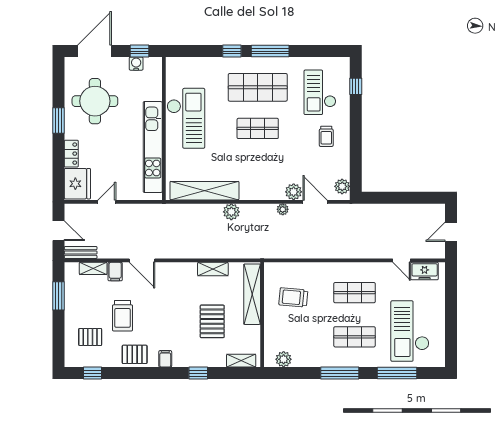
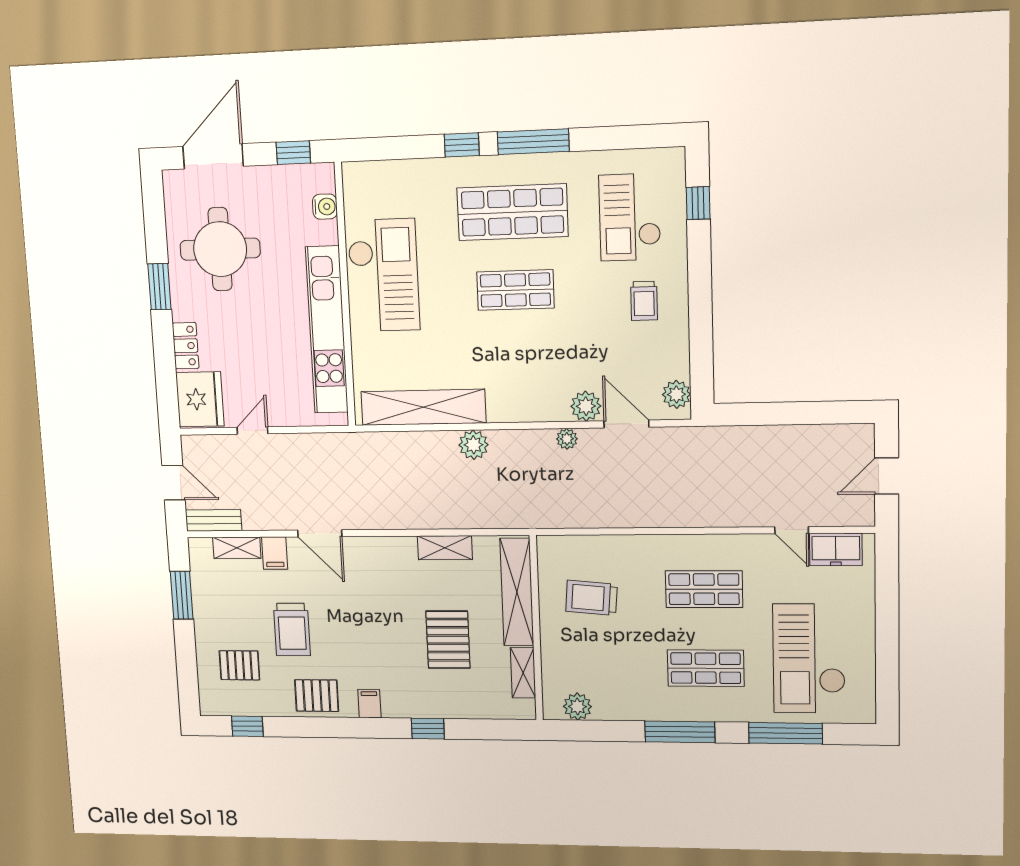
water cooler: (136, 64) -> (325, 207), moved, turned 90
shelving: (241, 361) -> (523, 673), moved, turned 90

